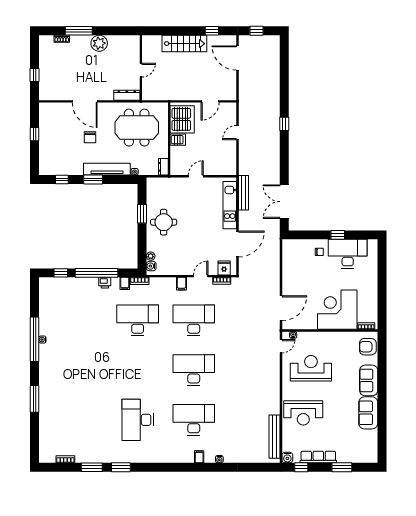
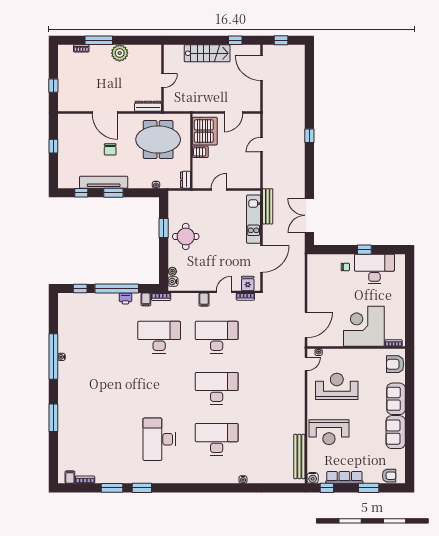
tv unit: (107, 169) -> (104, 182), moved
armchair: (362, 455) -> (389, 476), added
filing cabinet: (199, 457) -> (70, 477), moved

